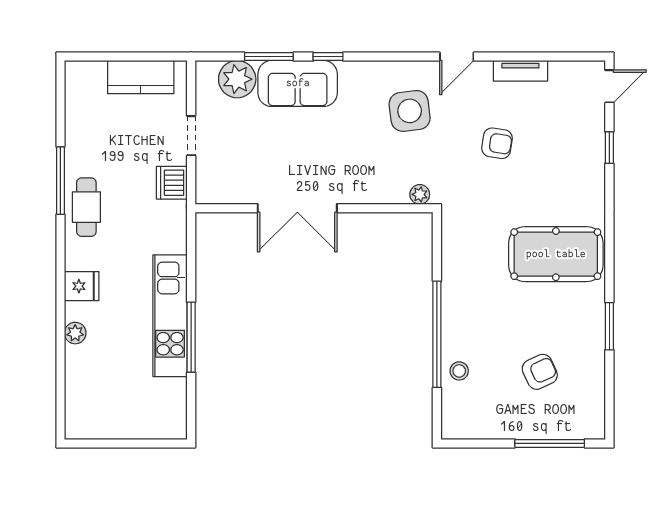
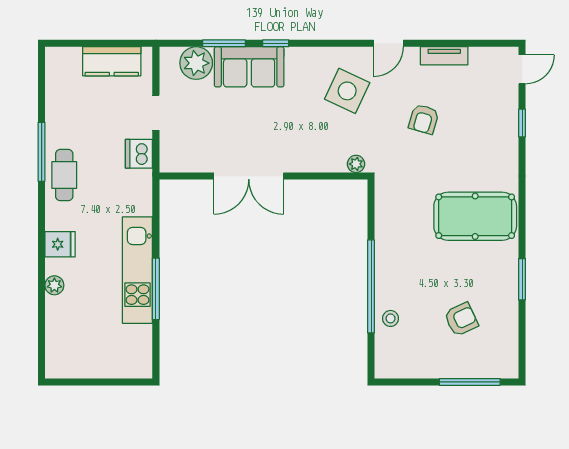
side table: (410, 111) -> (347, 91), turned 32
armchair: (497, 143) -> (424, 119), turned 97

